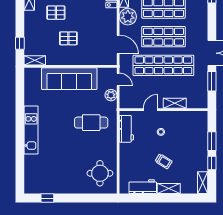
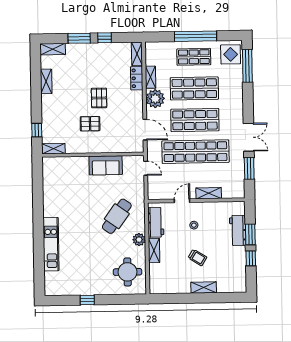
pallet: (56, 13) -> (99, 98), moved, turned 90
sofa: (69, 79) -> (106, 165), width x0.54, depth x0.79
plant: (111, 95) -> (139, 240), moved
cafe table: (91, 123) -> (117, 216), turned -54
kitchen unit: (31, 130) -> (51, 244), moved
shelving: (203, 183) -> (154, 250), moved
workbench: (143, 187) -> (238, 230), moved, turned -90
window: (47, 198) -> (87, 300), moved

